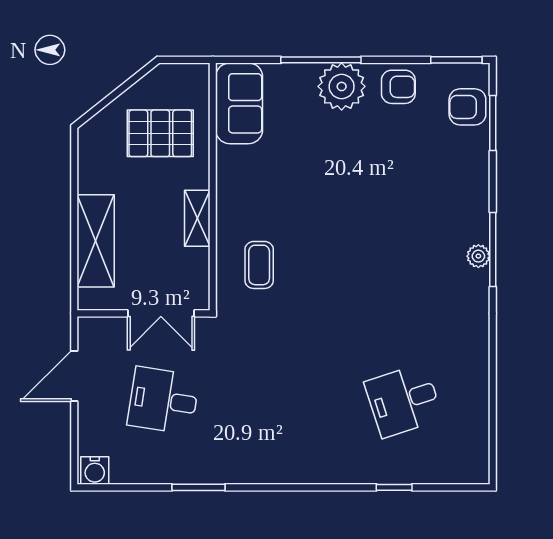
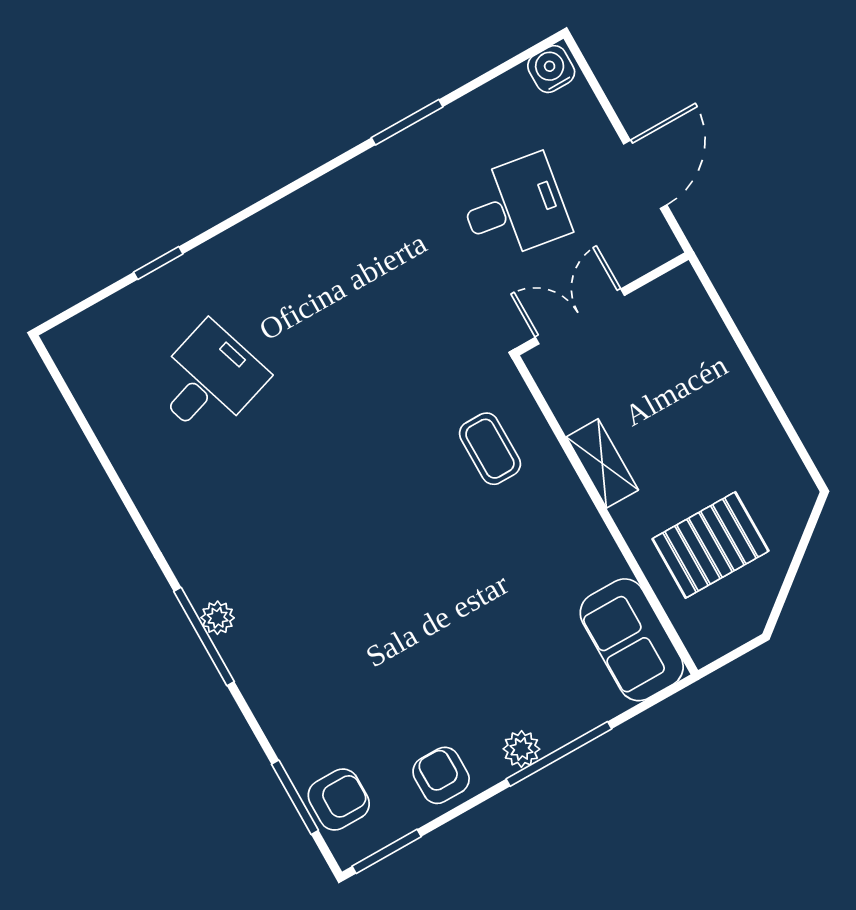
plant: (342, 86) -> (521, 749), width x0.53, depth x0.53
armchair: (398, 87) -> (441, 775), turned 90
shelving: (96, 241) -> (715, 362), removed

